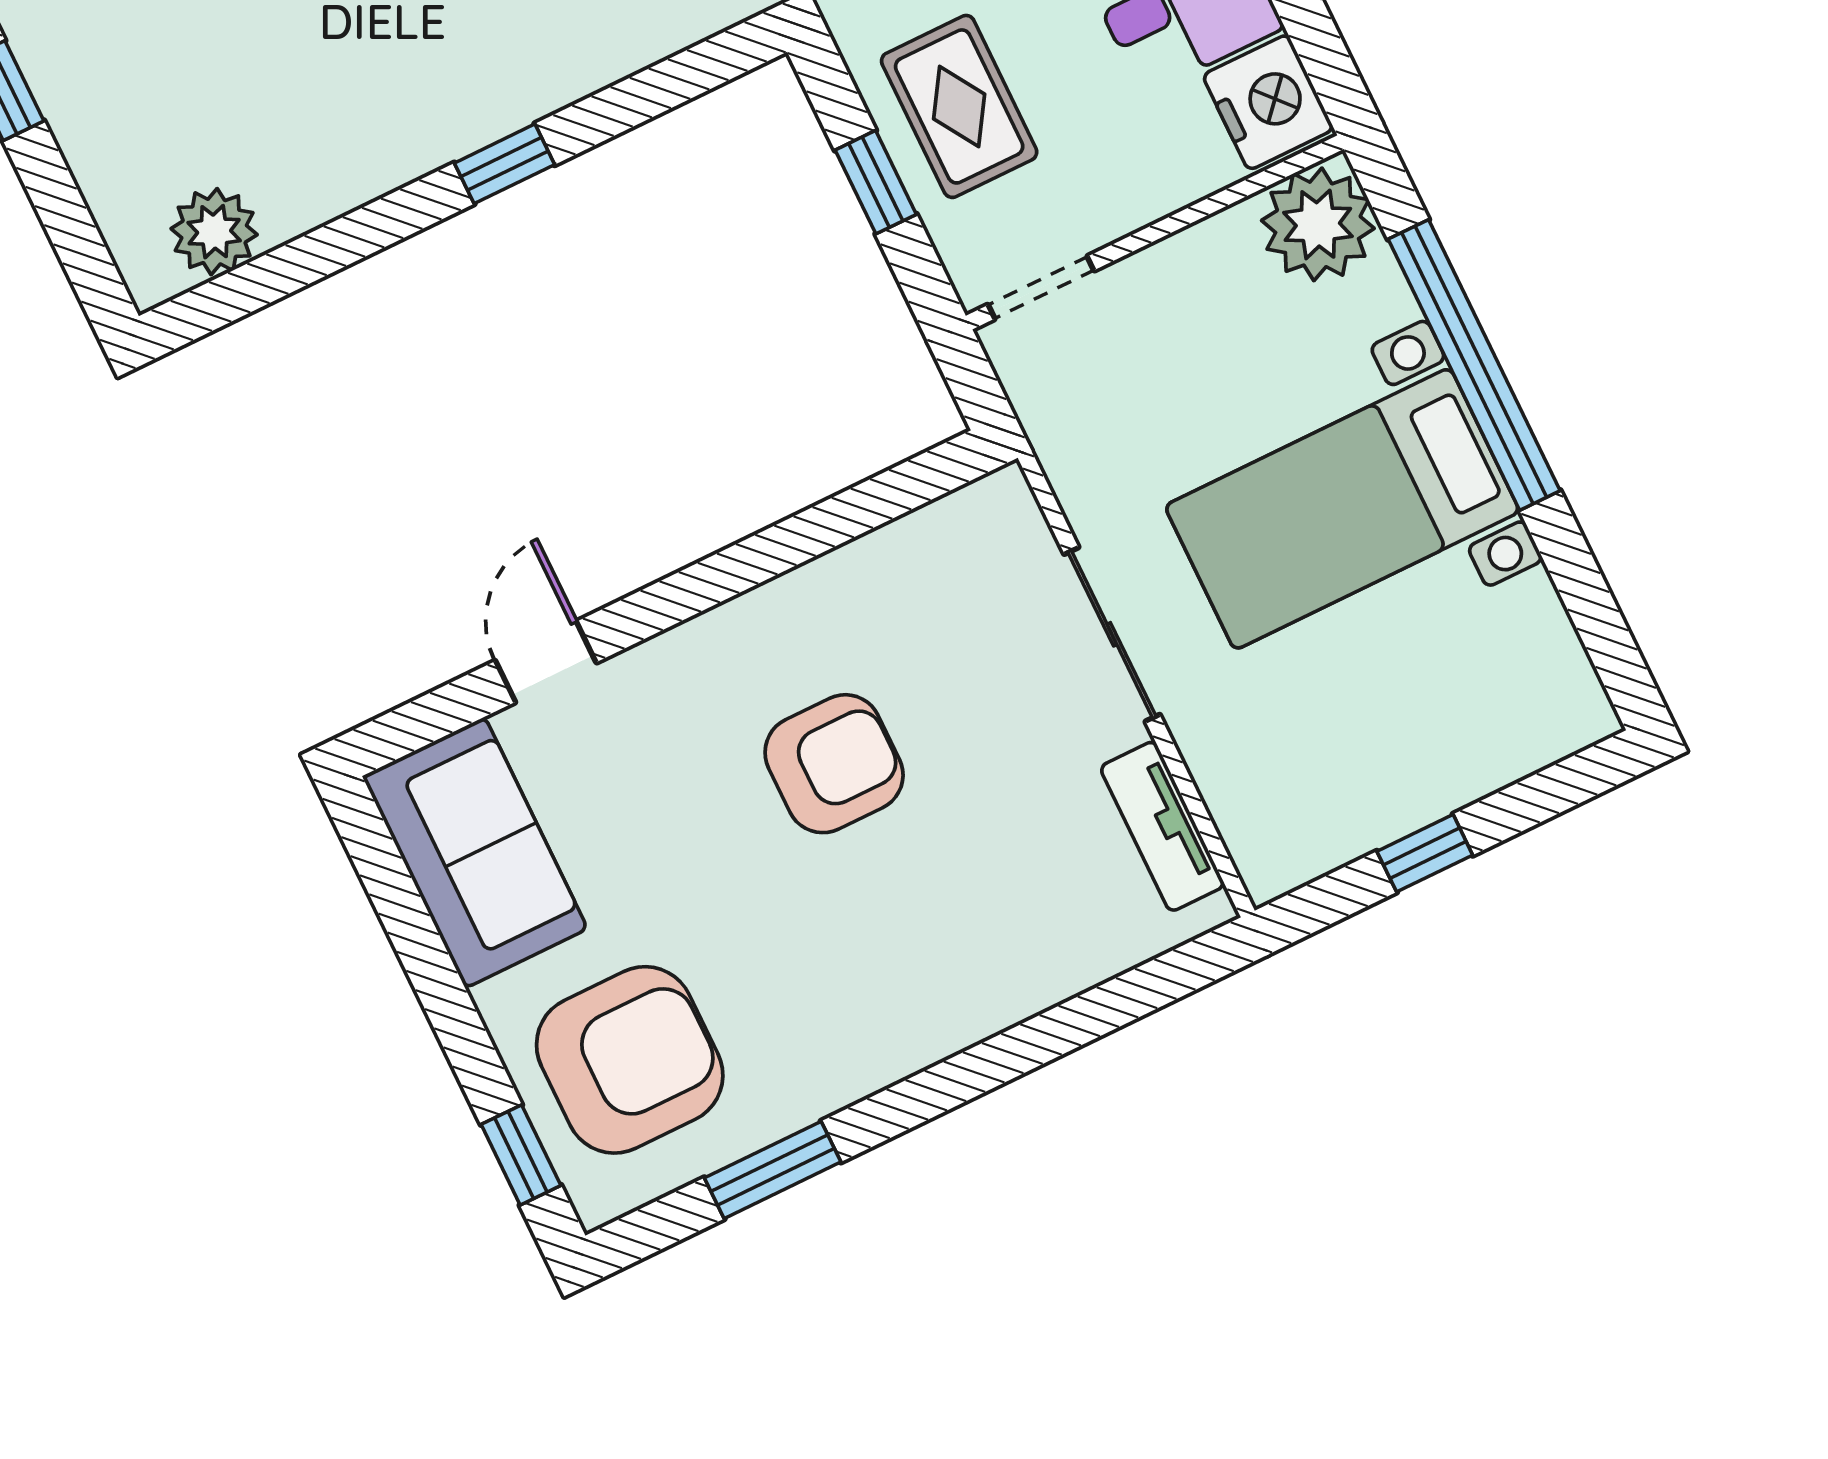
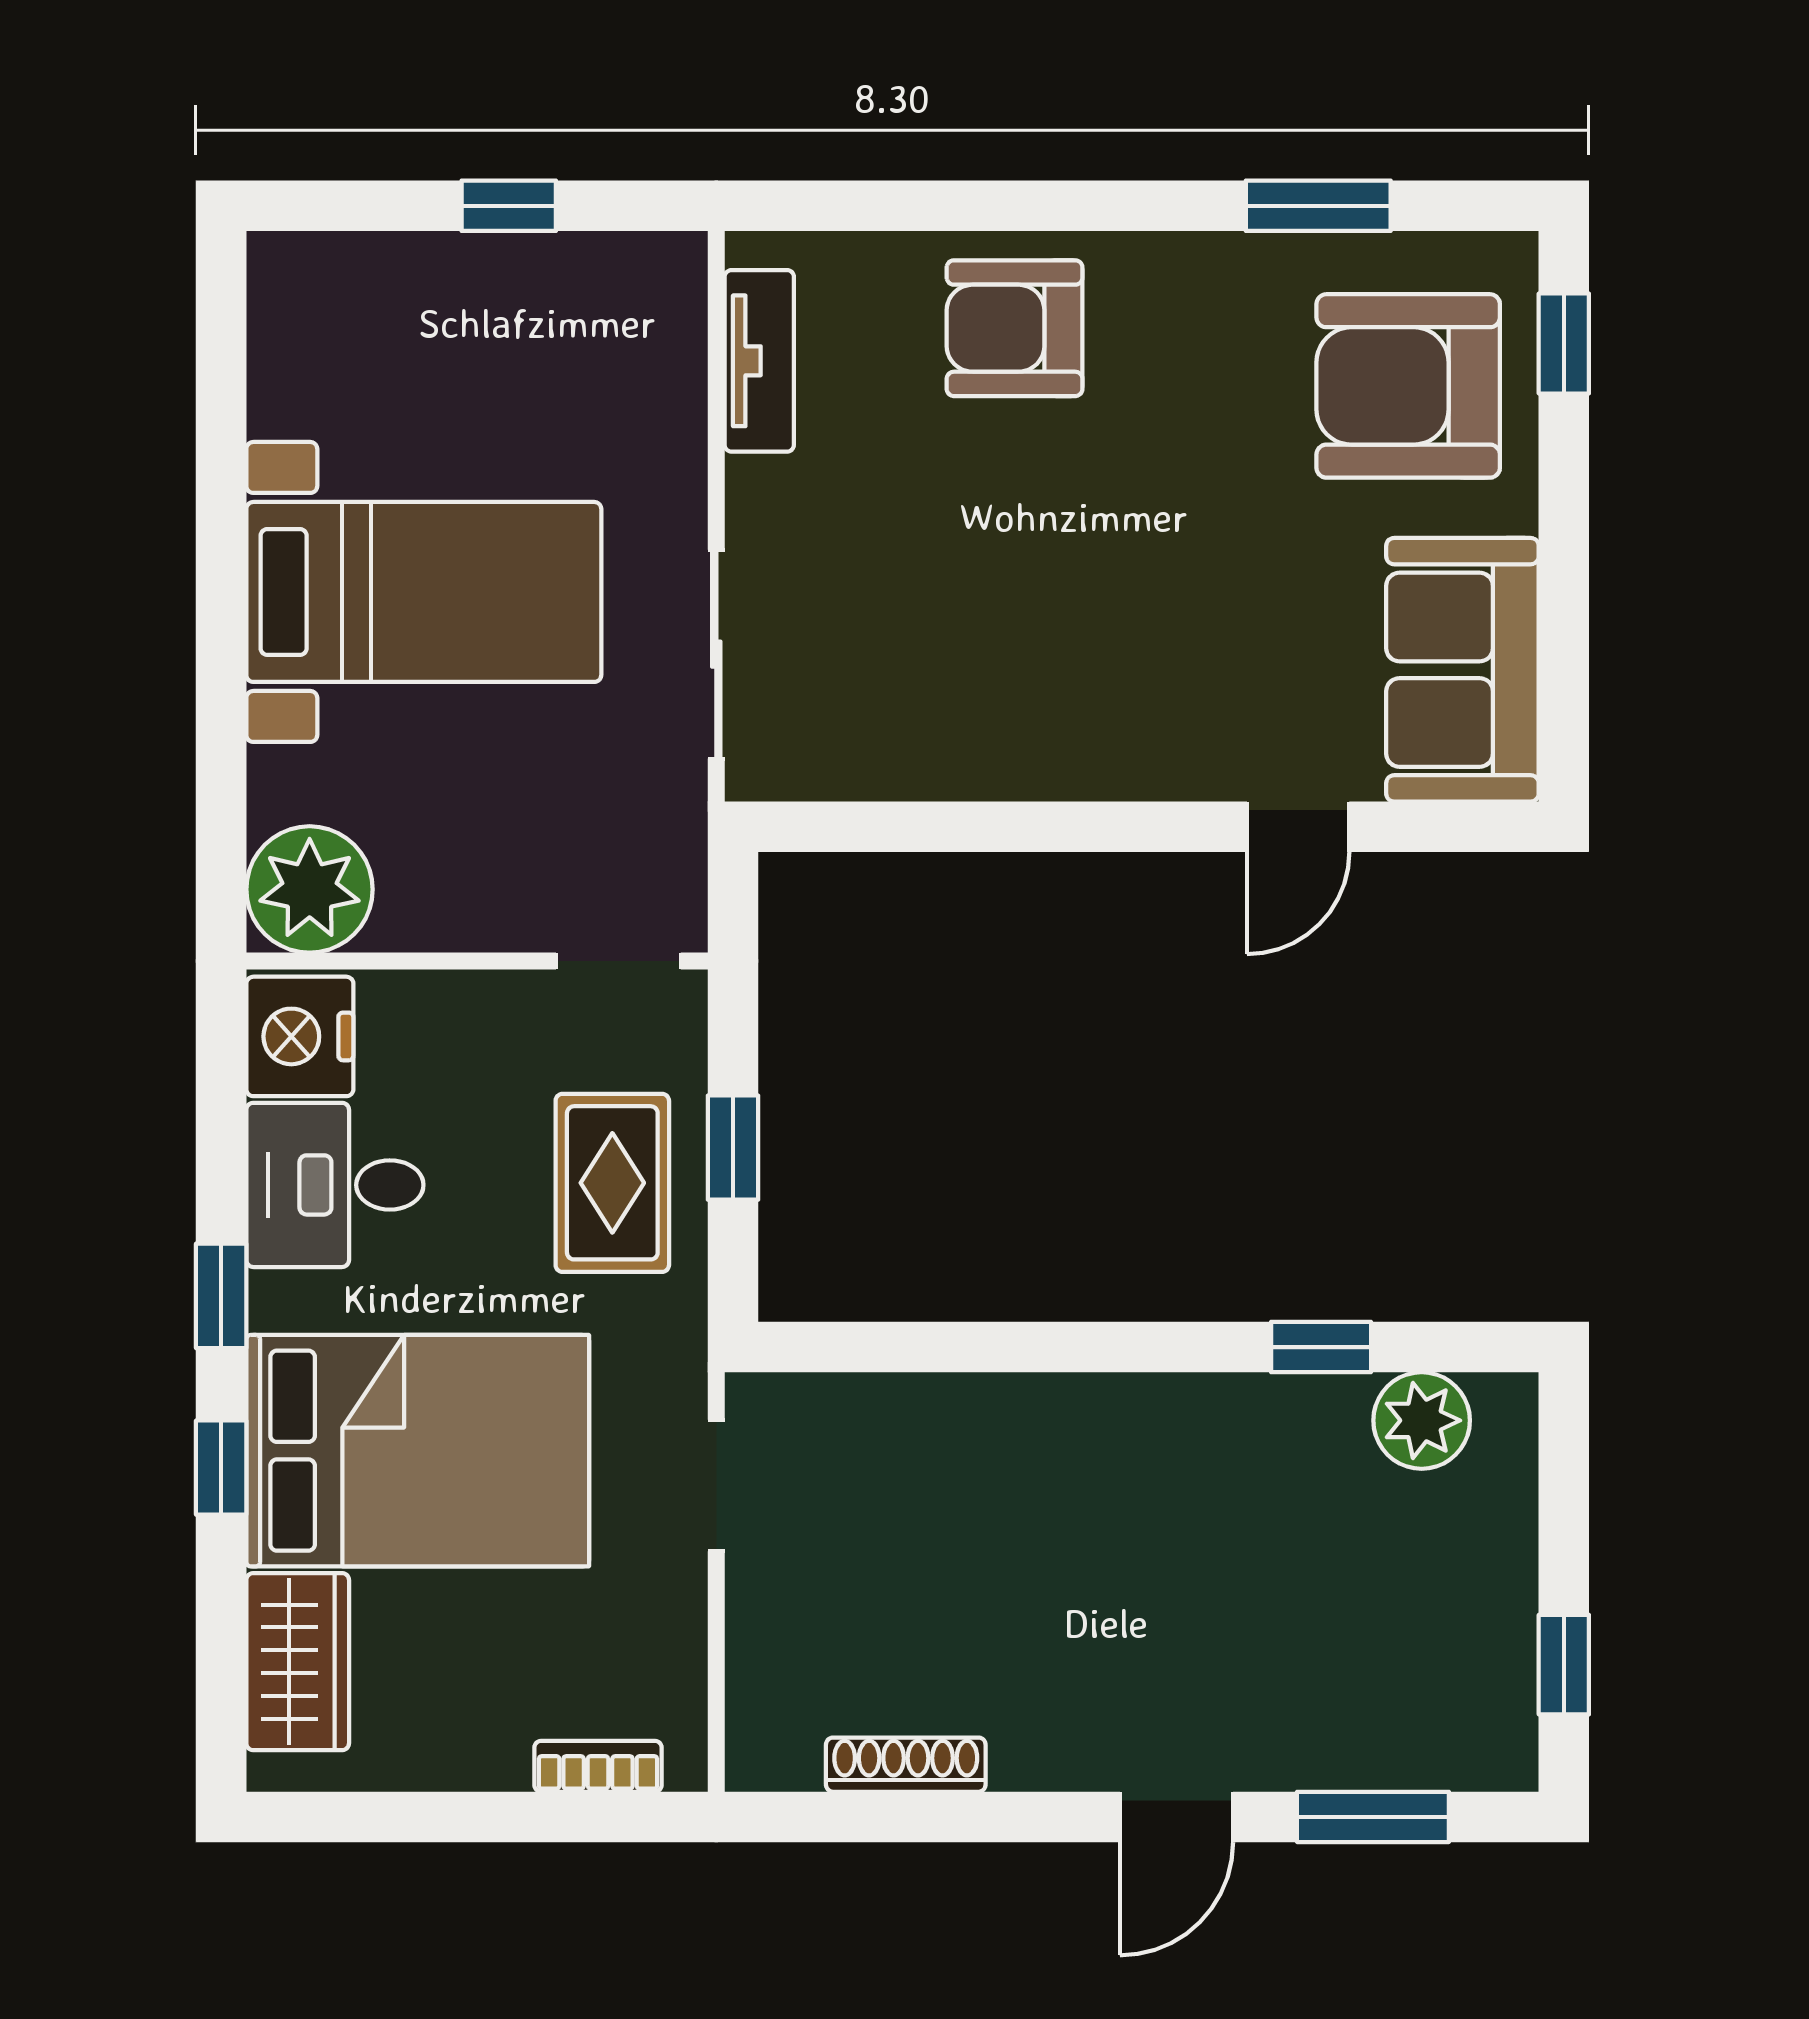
window: (504, 164) -> (1321, 1347), moved
window: (1474, 365) -> (221, 672), removed
sliding door: (1112, 634) -> (716, 654), moved
armchair: (834, 764) -> (1015, 328), moved

